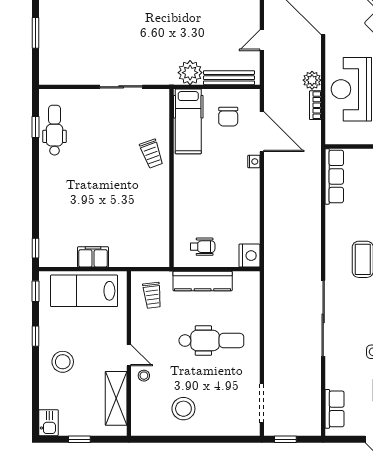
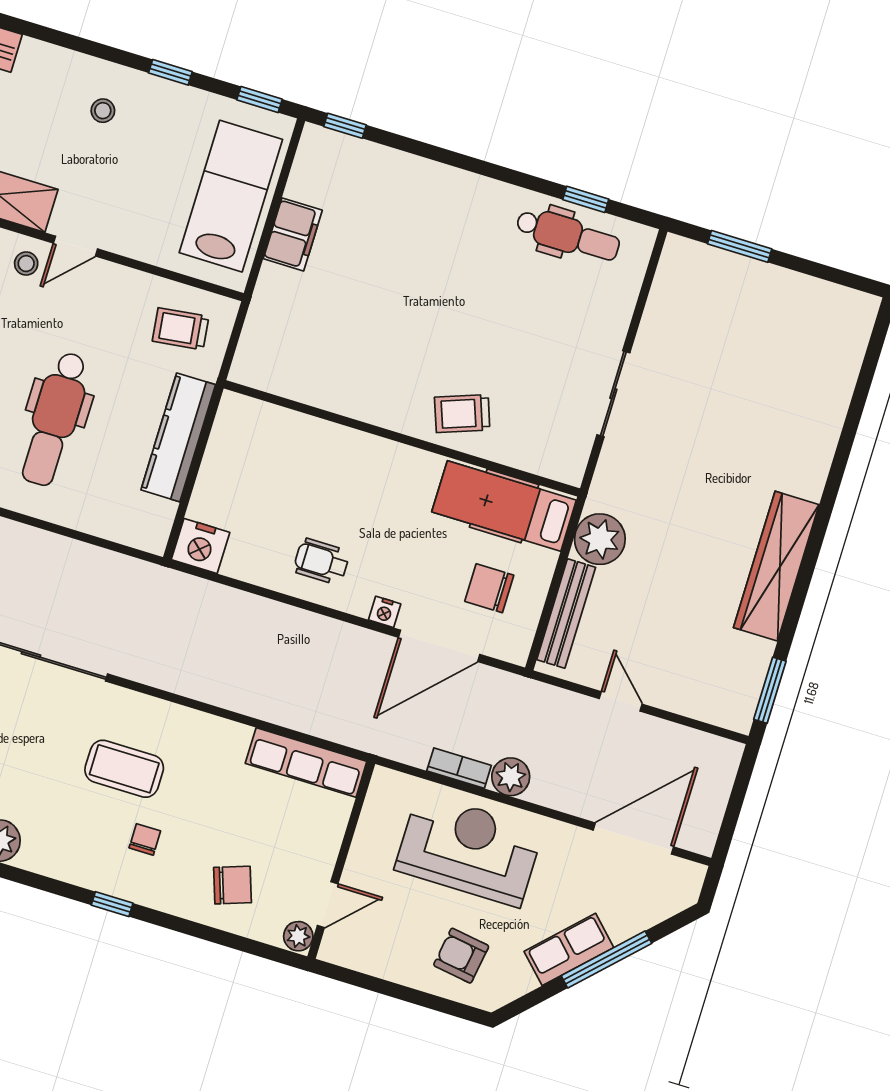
window: (36, 33) -> (740, 246), moved
wheelchair: (203, 247) -> (321, 561), moved, turned 90
stool: (63, 362) -> (103, 111), width x0.53, depth x0.53

